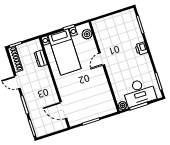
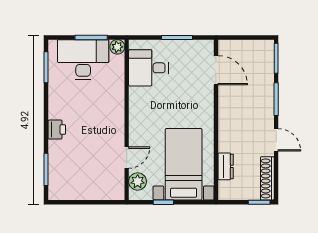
door: (102, 59) -> (127, 158), moved
desk: (101, 99) -> (148, 68), added

